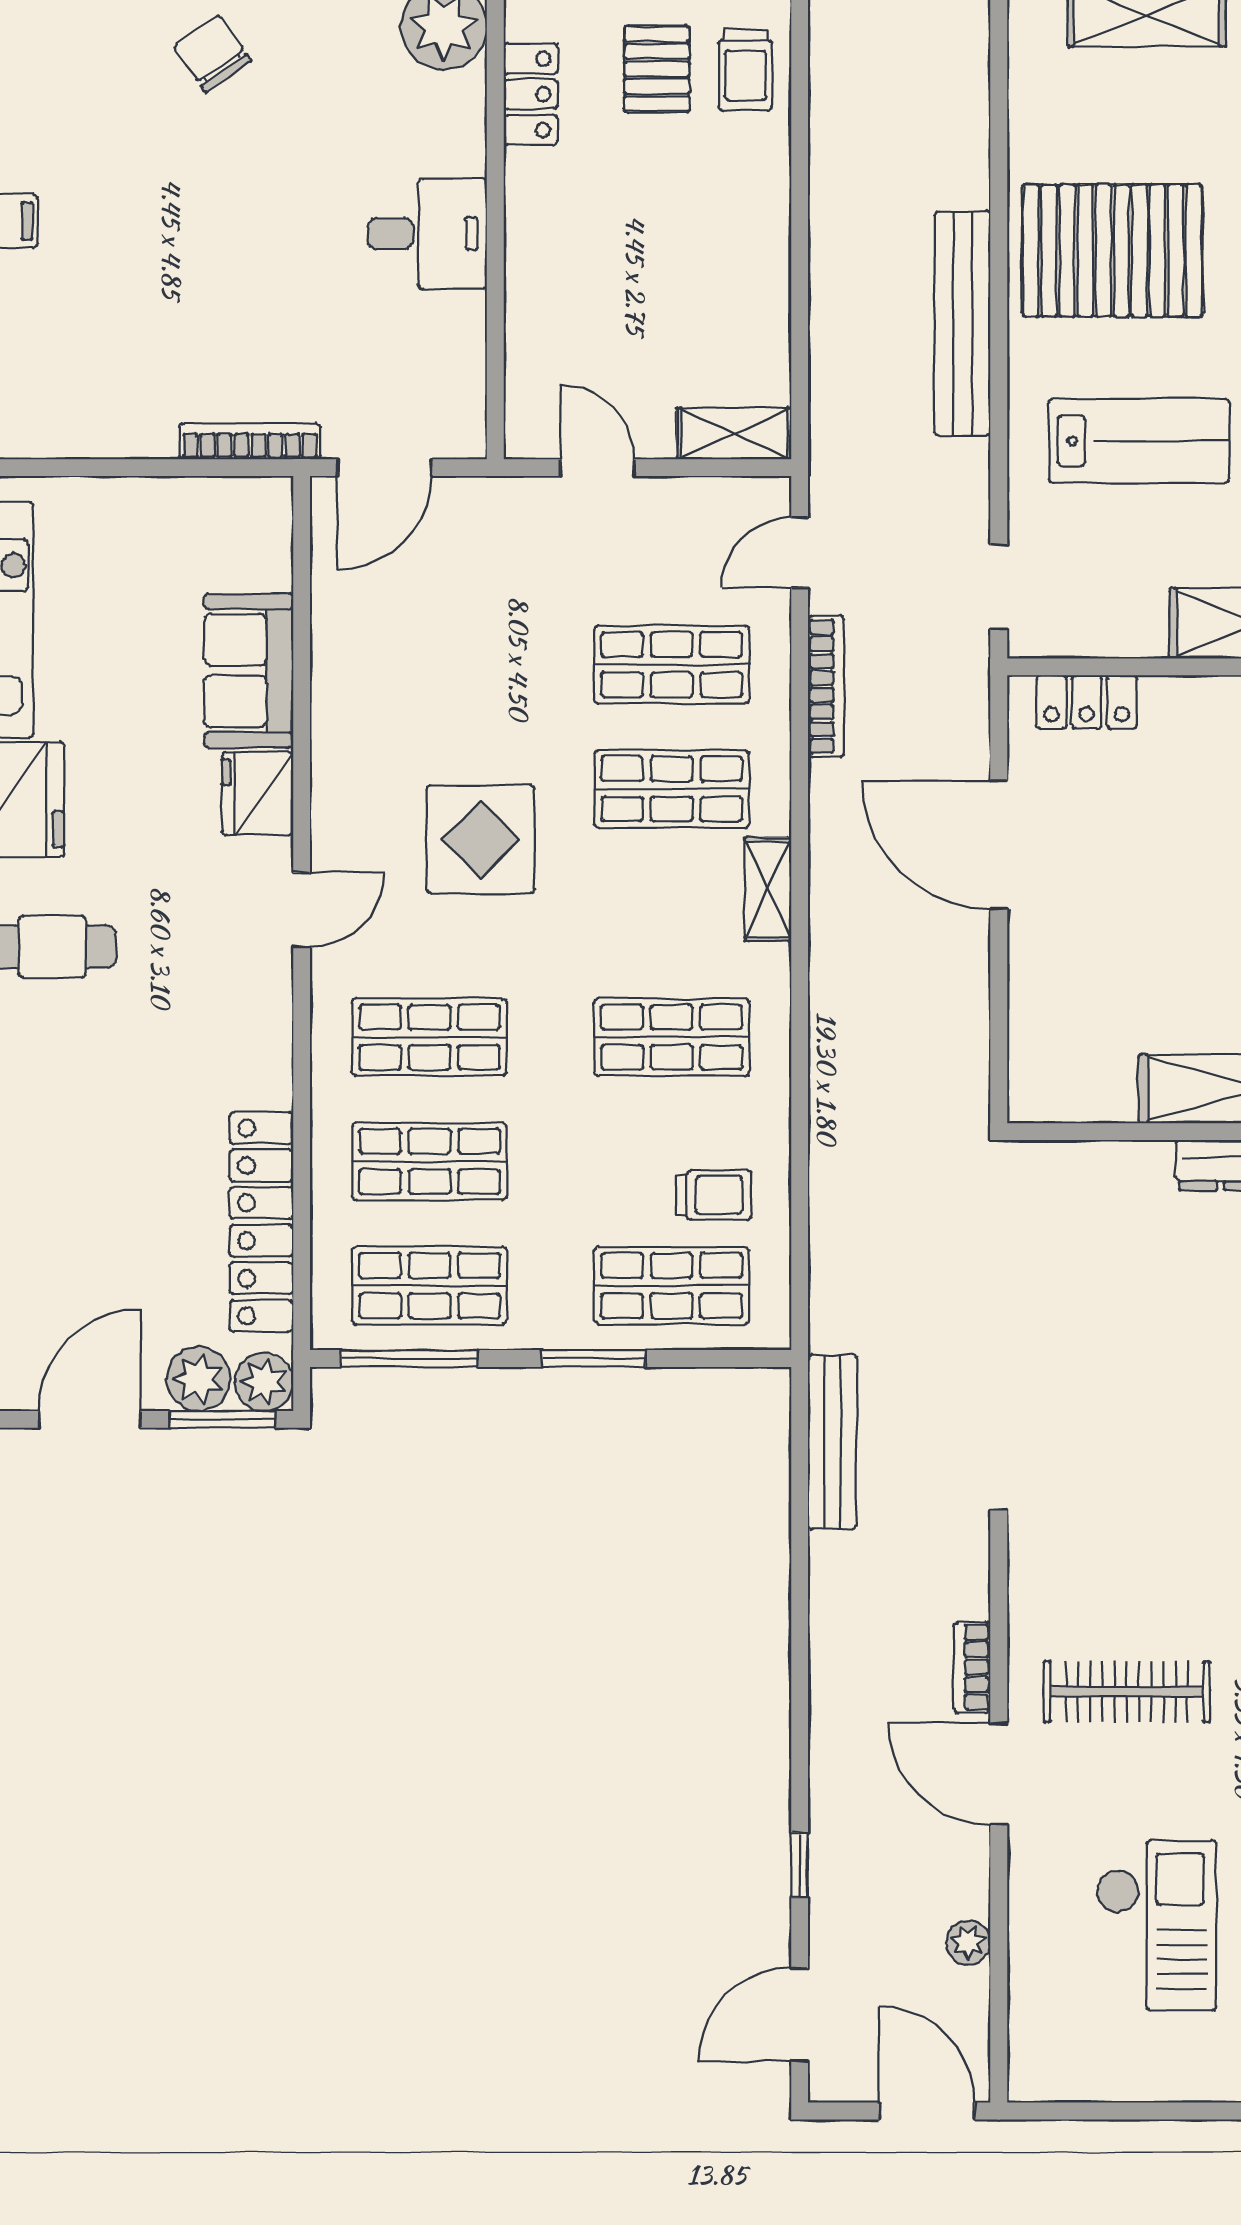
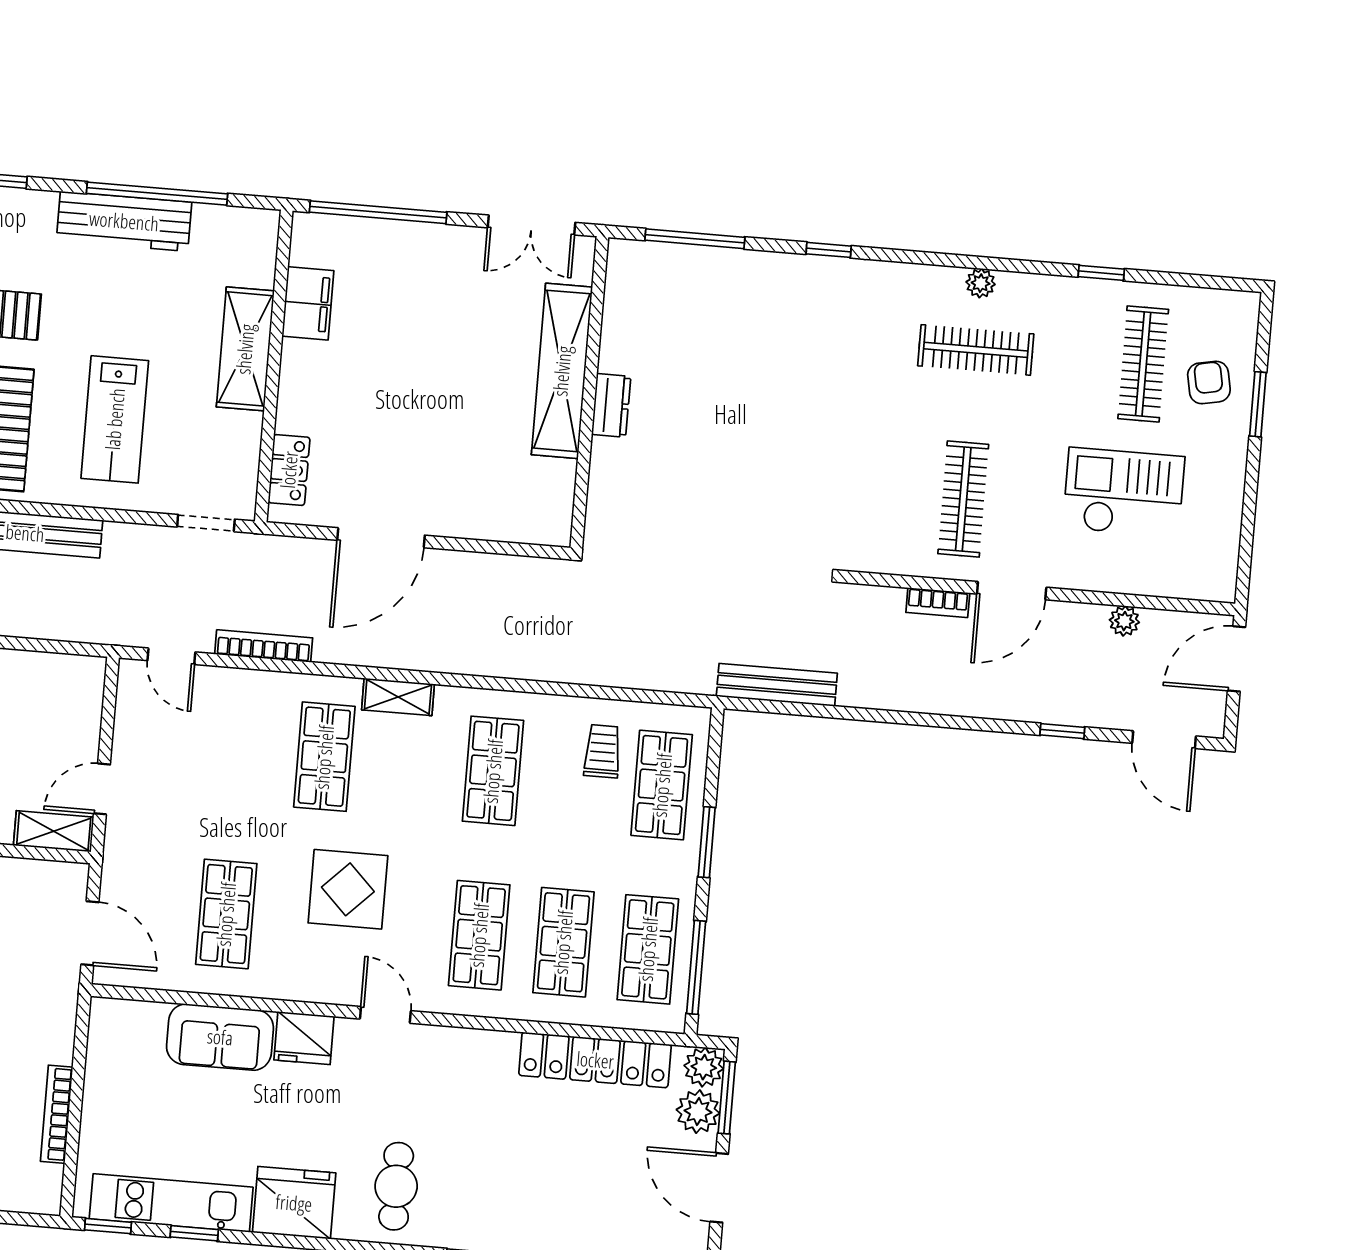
shelving: (734, 434) -> (54, 831), moved, turned 90
bookcase: (250, 441) -> (57, 1114), moved
lab bench: (1139, 441) -> (115, 419), turned 180
shop shelf: (672, 665) -> (226, 914), moved

